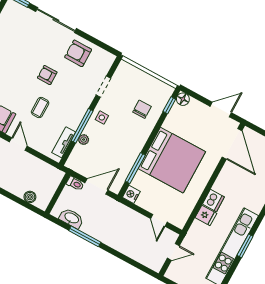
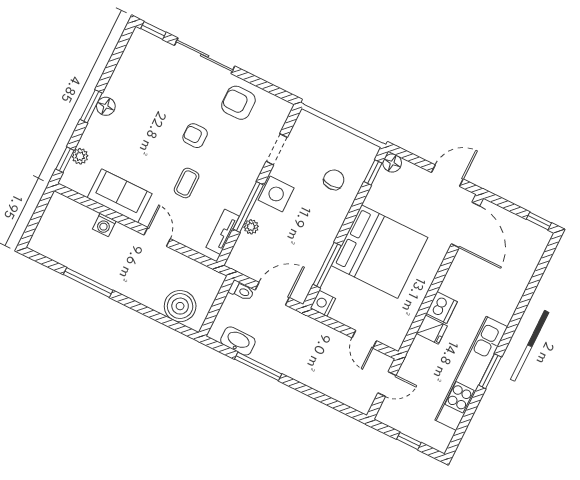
side table: (102, 118) -> (276, 194), width x1.87, depth x1.87
boiler: (30, 197) -> (180, 306), width x1.86, depth x1.86

